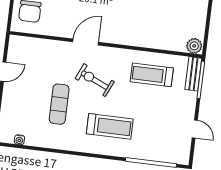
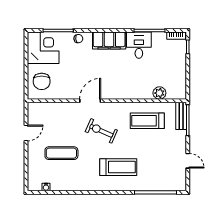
plant: (194, 46) -> (159, 93), moved
exercise mat: (59, 104) -> (61, 153), moved, turned 90

